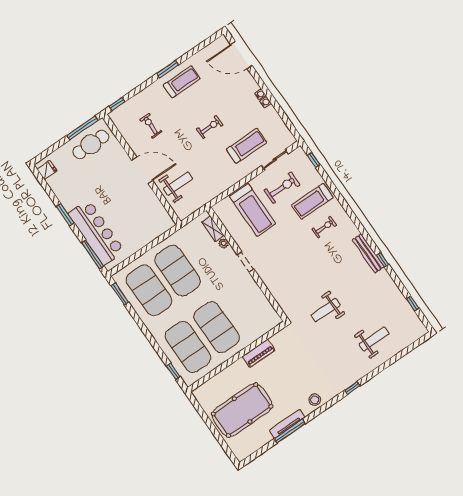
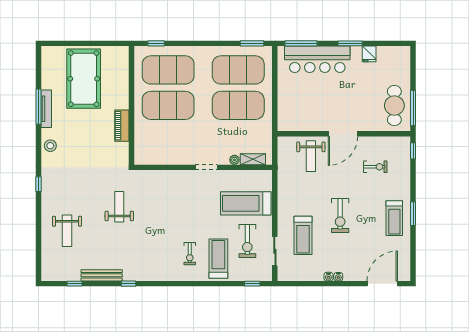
exercise bike: (210, 127) -> (340, 215), width x1.38, depth x1.39
fridge: (47, 170) -> (369, 54), moved
bench: (368, 253) -> (102, 275), moved

